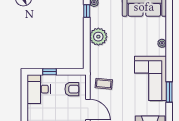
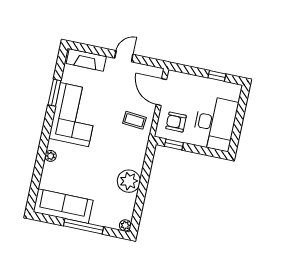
window: (87, 11) -> (137, 216), removed
window: (49, 72) -> (174, 144), moved
desk: (39, 89) -> (215, 123), width x1.36, depth x1.30

